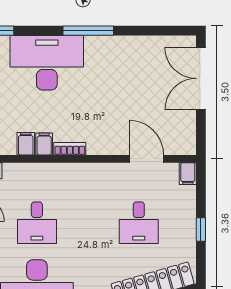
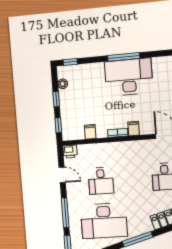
desk: (47, 63) -> (129, 77), moved
filing cabinet: (44, 144) -> (134, 129), moved

